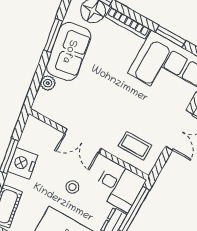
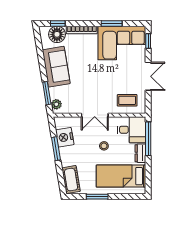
window: (53, 36) -> (47, 93), moved
plant: (48, 83) -> (56, 104), moved
nightstand: (23, 163) -> (65, 137), moved

